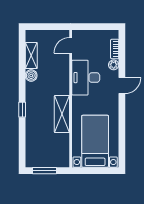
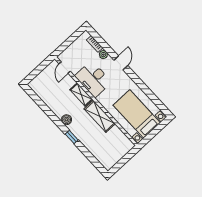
shelving: (31, 55) -> (81, 95), moved
boiler: (31, 76) -> (66, 120), moved
window: (45, 171) -> (122, 162), removed

